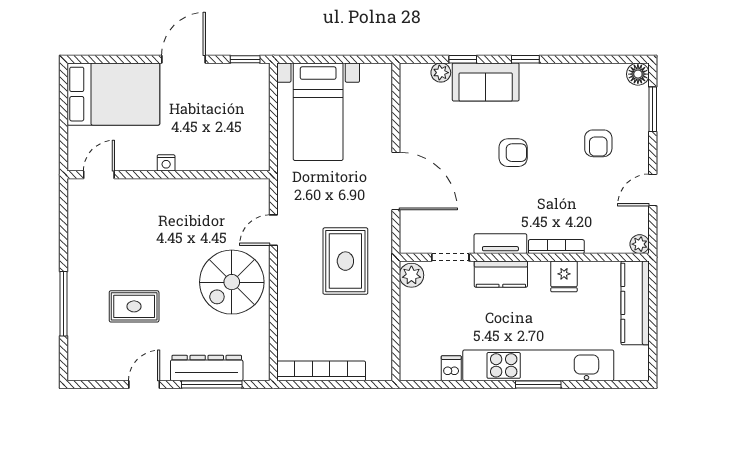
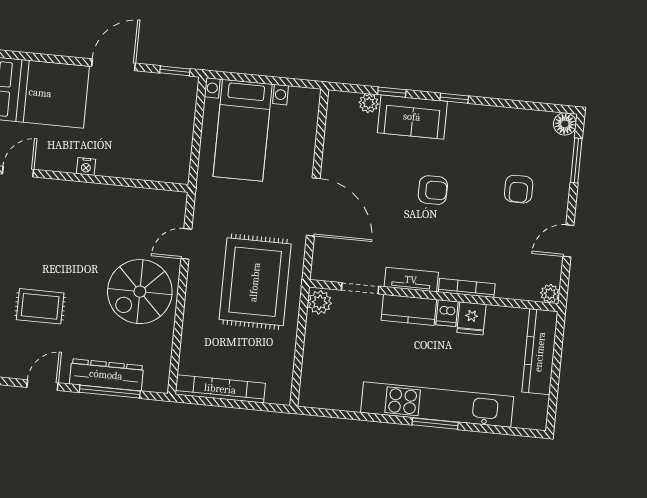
rug: (345, 261) -> (255, 282), width x1.37, depth x1.44
dishwasher: (451, 368) -> (447, 313), moved, turned 180

